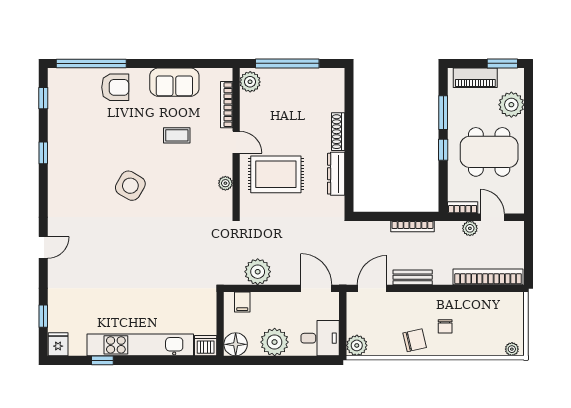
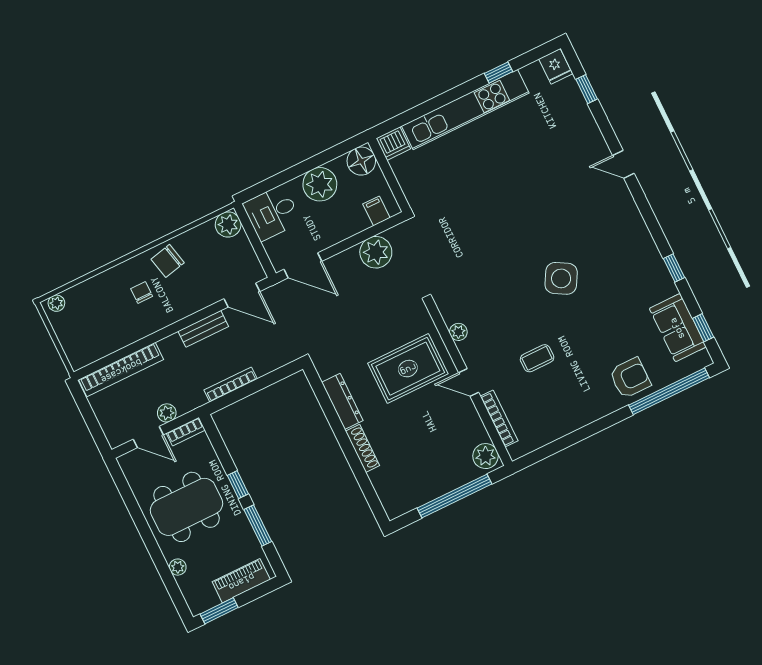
sofa: (174, 82) -> (678, 328), moved, turned -90
armchair: (115, 87) -> (630, 378), turned 180
plant: (511, 105) -> (178, 567), width x0.53, depth x0.53
door: (43, 247) -> (623, 164), hinge flipped
door: (372, 288) -> (242, 295), hinge flipped

